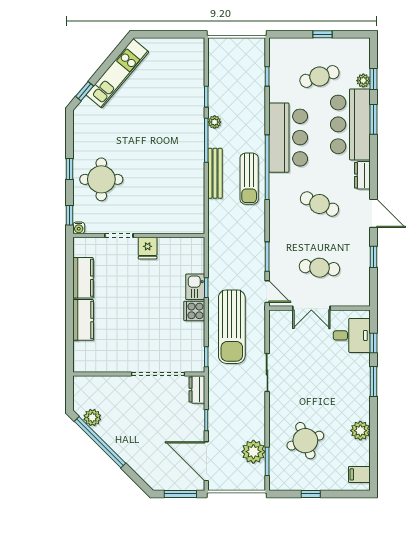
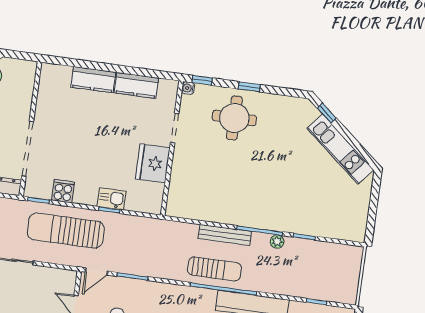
sun lounger: (249, 179) -> (214, 269), turned 180
fridge: (148, 248) -> (153, 163), width x1.88, depth x1.34
cooker: (194, 311) -> (63, 191), moved

